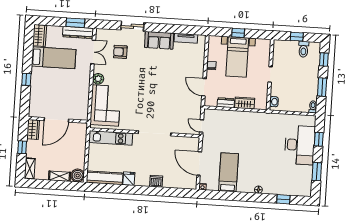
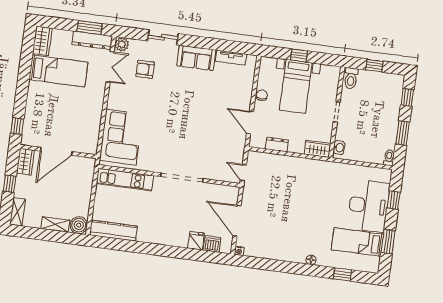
toilet: (304, 49) -> (351, 78), moved
window: (26, 79) -> (17, 126), moved
plant: (98, 79) -> (122, 44), moved
wardrobe: (245, 103) -> (318, 149), moved
bed: (228, 172) -> (357, 242), moved, turned -90
fridge: (129, 179) -> (196, 241), moved
dishwasher: (156, 181) -> (212, 244), moved

